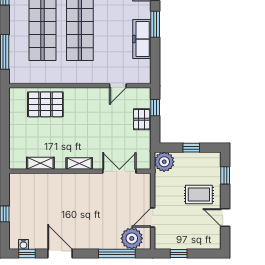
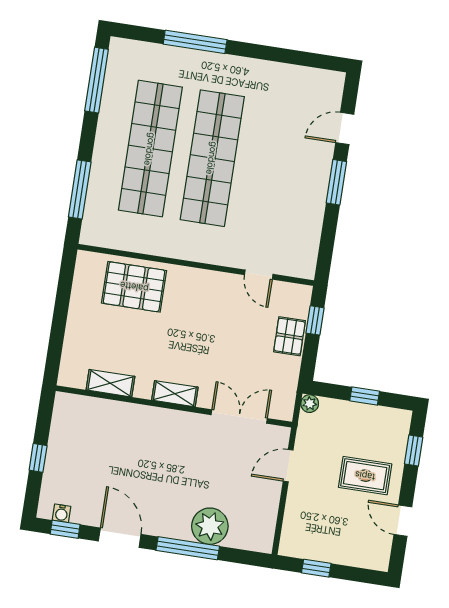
freezer: (142, 39) -> (311, 203), removed
door: (118, 86) -> (259, 275), hinge flipped
plant: (164, 162) -> (310, 404), width x0.53, depth x0.53
door: (153, 217) -> (288, 466), moved
plant: (132, 238) -> (210, 526), moved
window: (117, 253) -> (188, 548), moved

